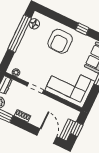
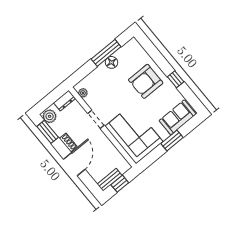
floor lamp: (34, 24) -> (111, 62), moved
window: (19, 34) -> (106, 53), width x0.68
door: (47, 136) -> (74, 164), moved

